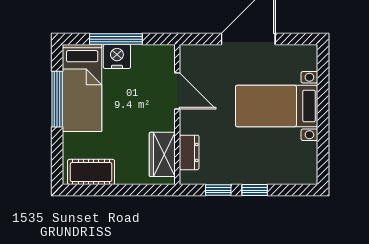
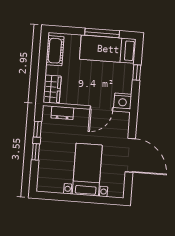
window: (116, 39) -> (137, 73), width x0.46
nightstand: (117, 56) -> (123, 101), moved, turned 90
wardrobe: (162, 154) -> (52, 89), moved, turned 90

